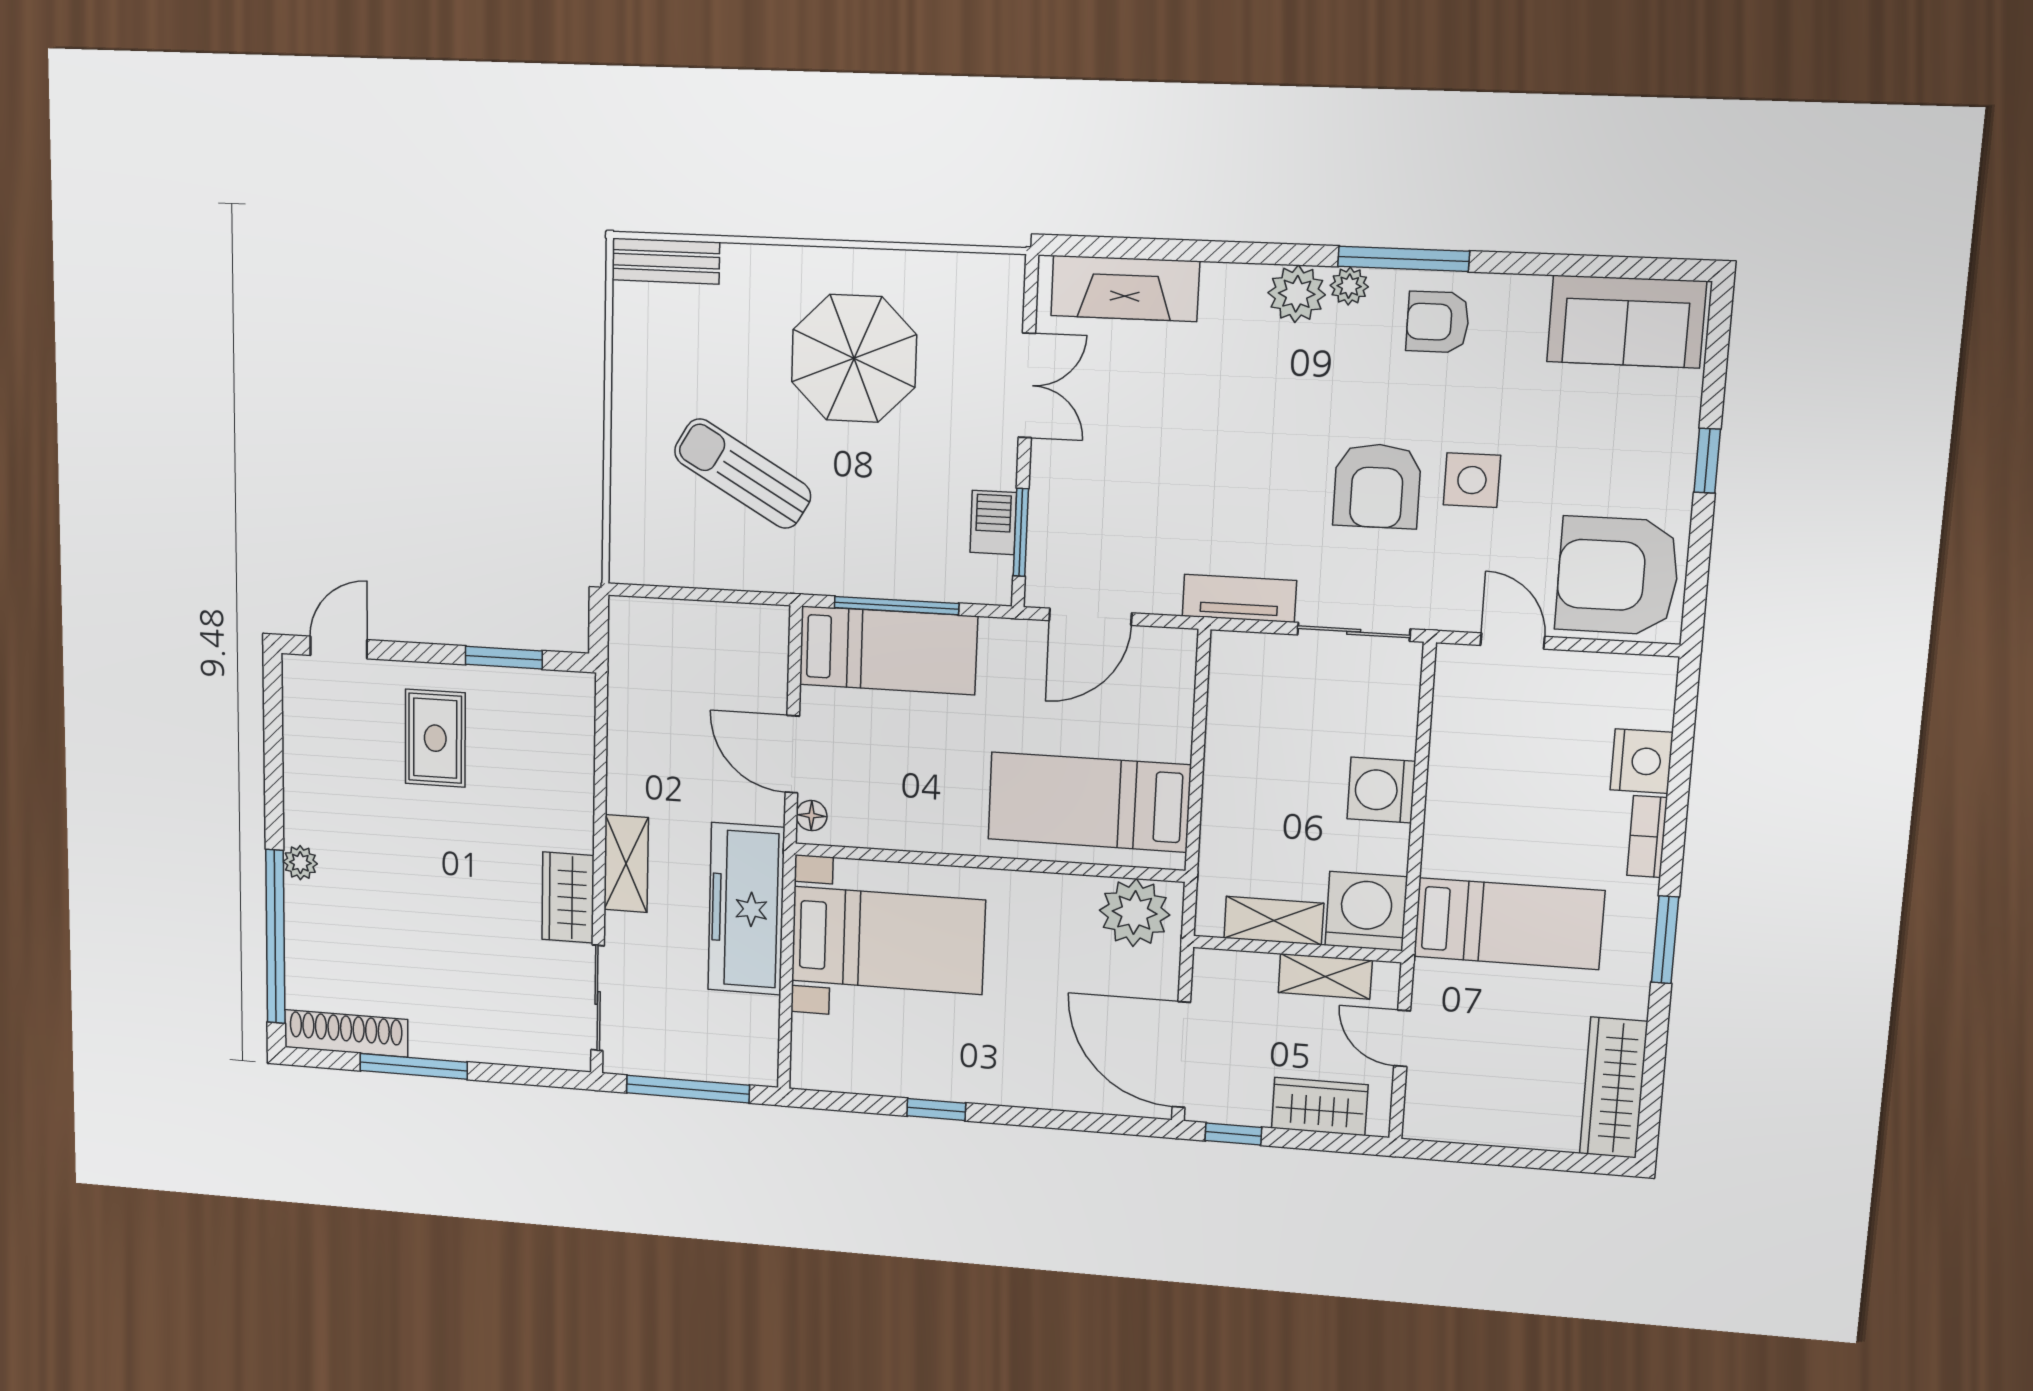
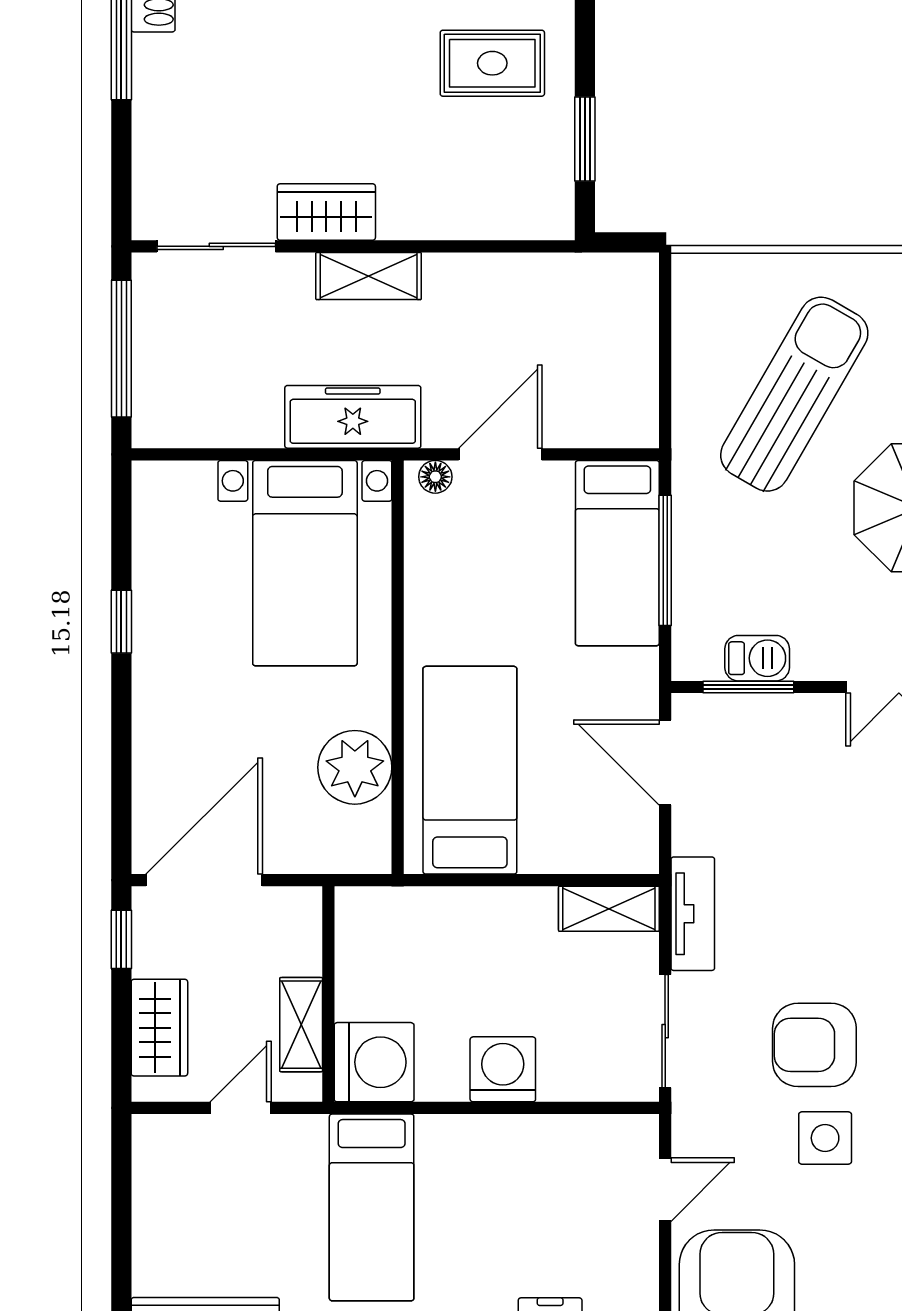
sun lounger: (743, 474) -> (794, 394), width x1.36, depth x1.34
freezer: (746, 909) -> (353, 417), width x0.73, depth x0.79
plant: (1135, 913) -> (355, 767), moved
shelving: (1274, 921) -> (609, 909), moved, turned 90

